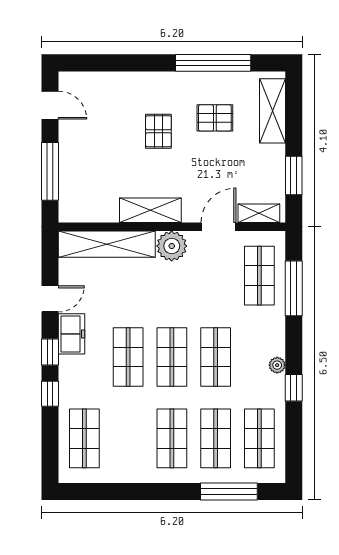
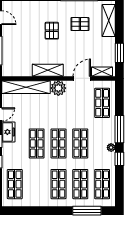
window: (294, 288) -> (119, 129), moved

